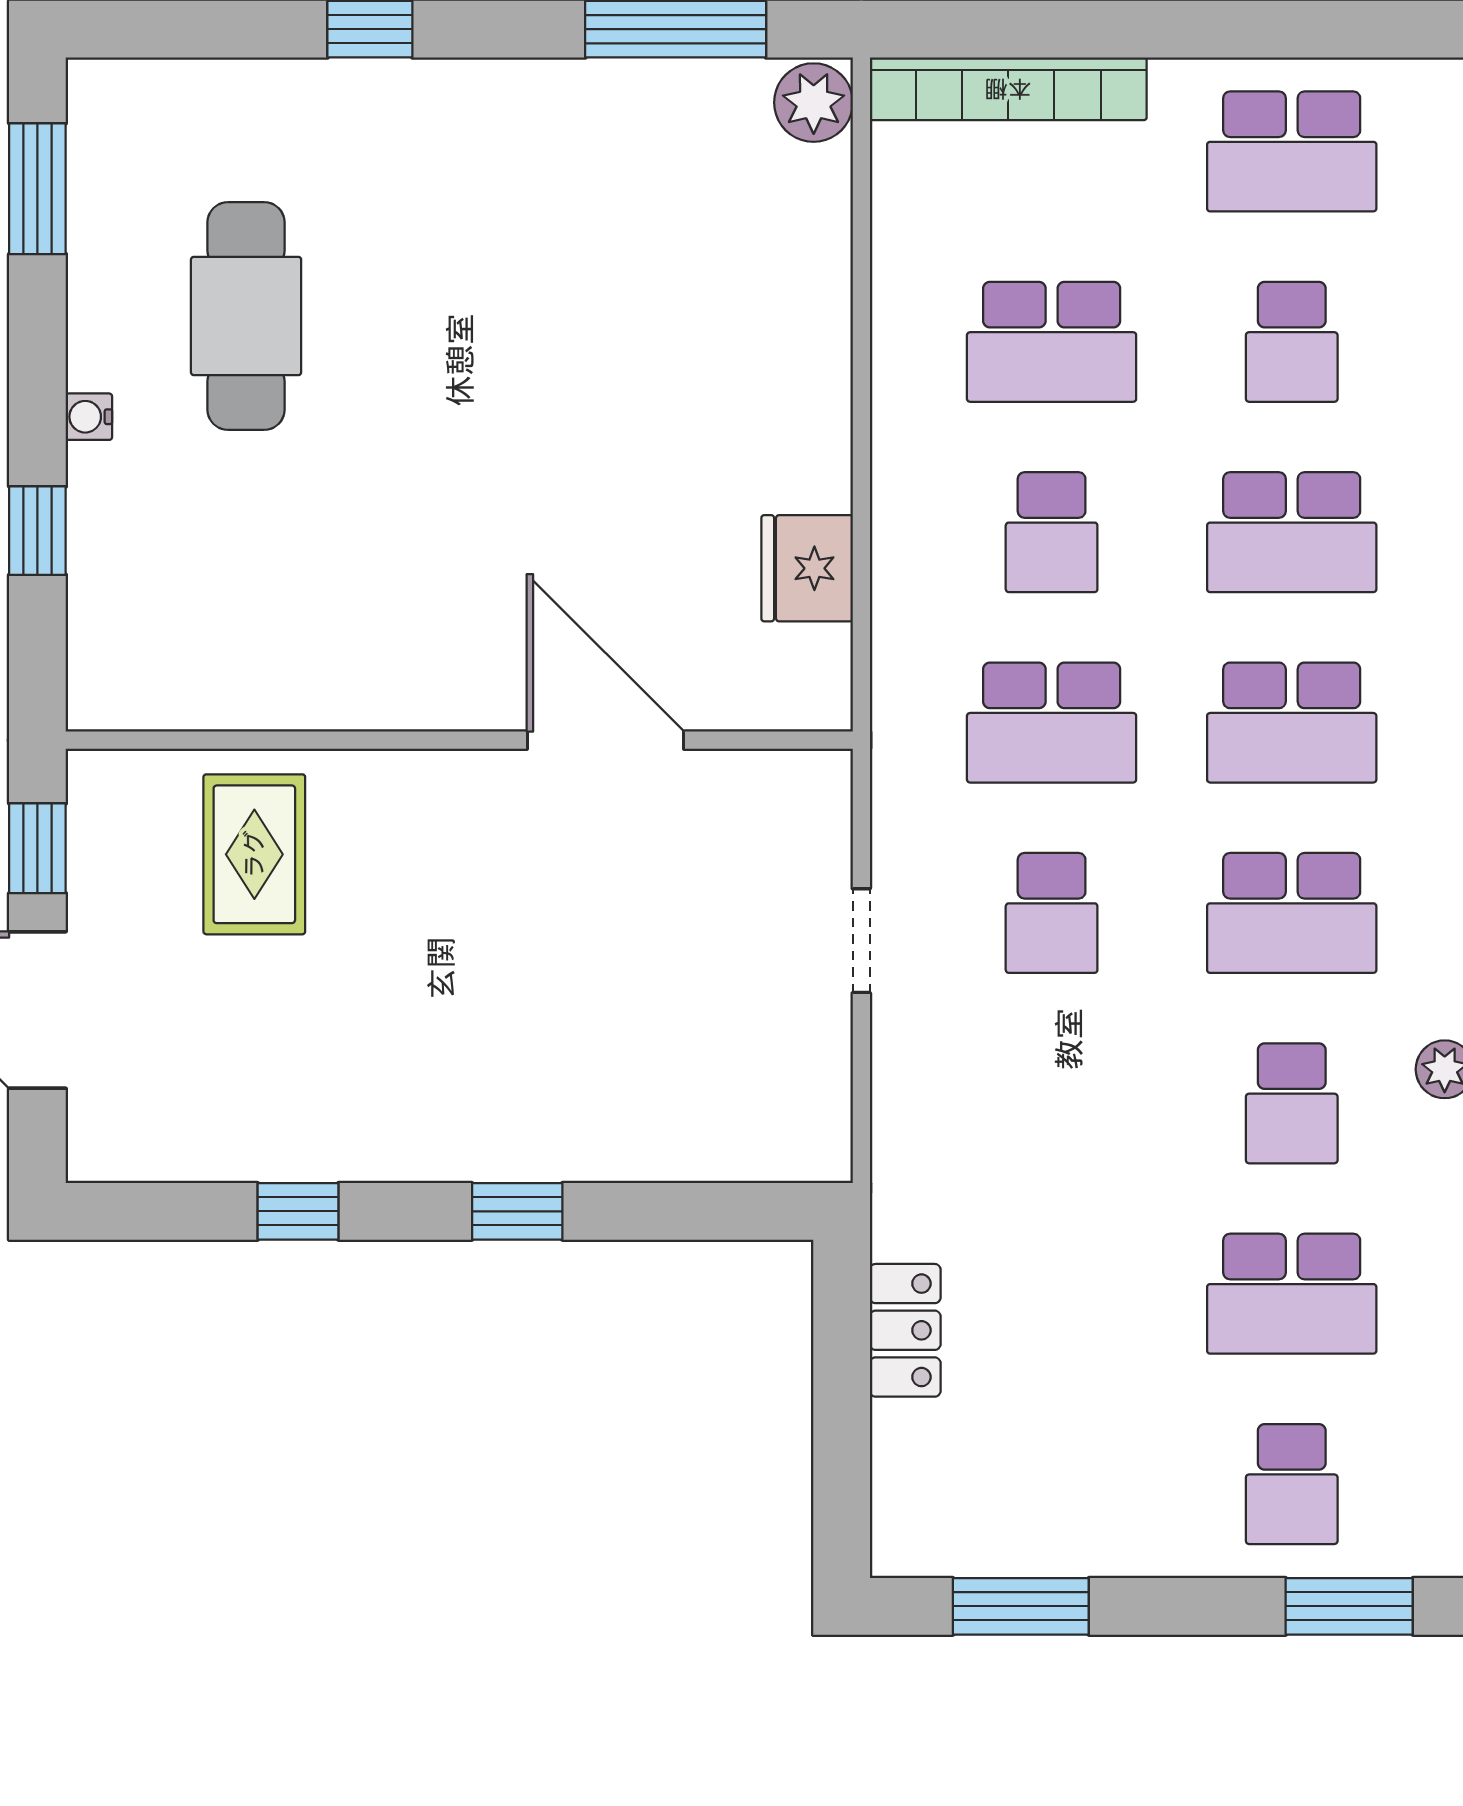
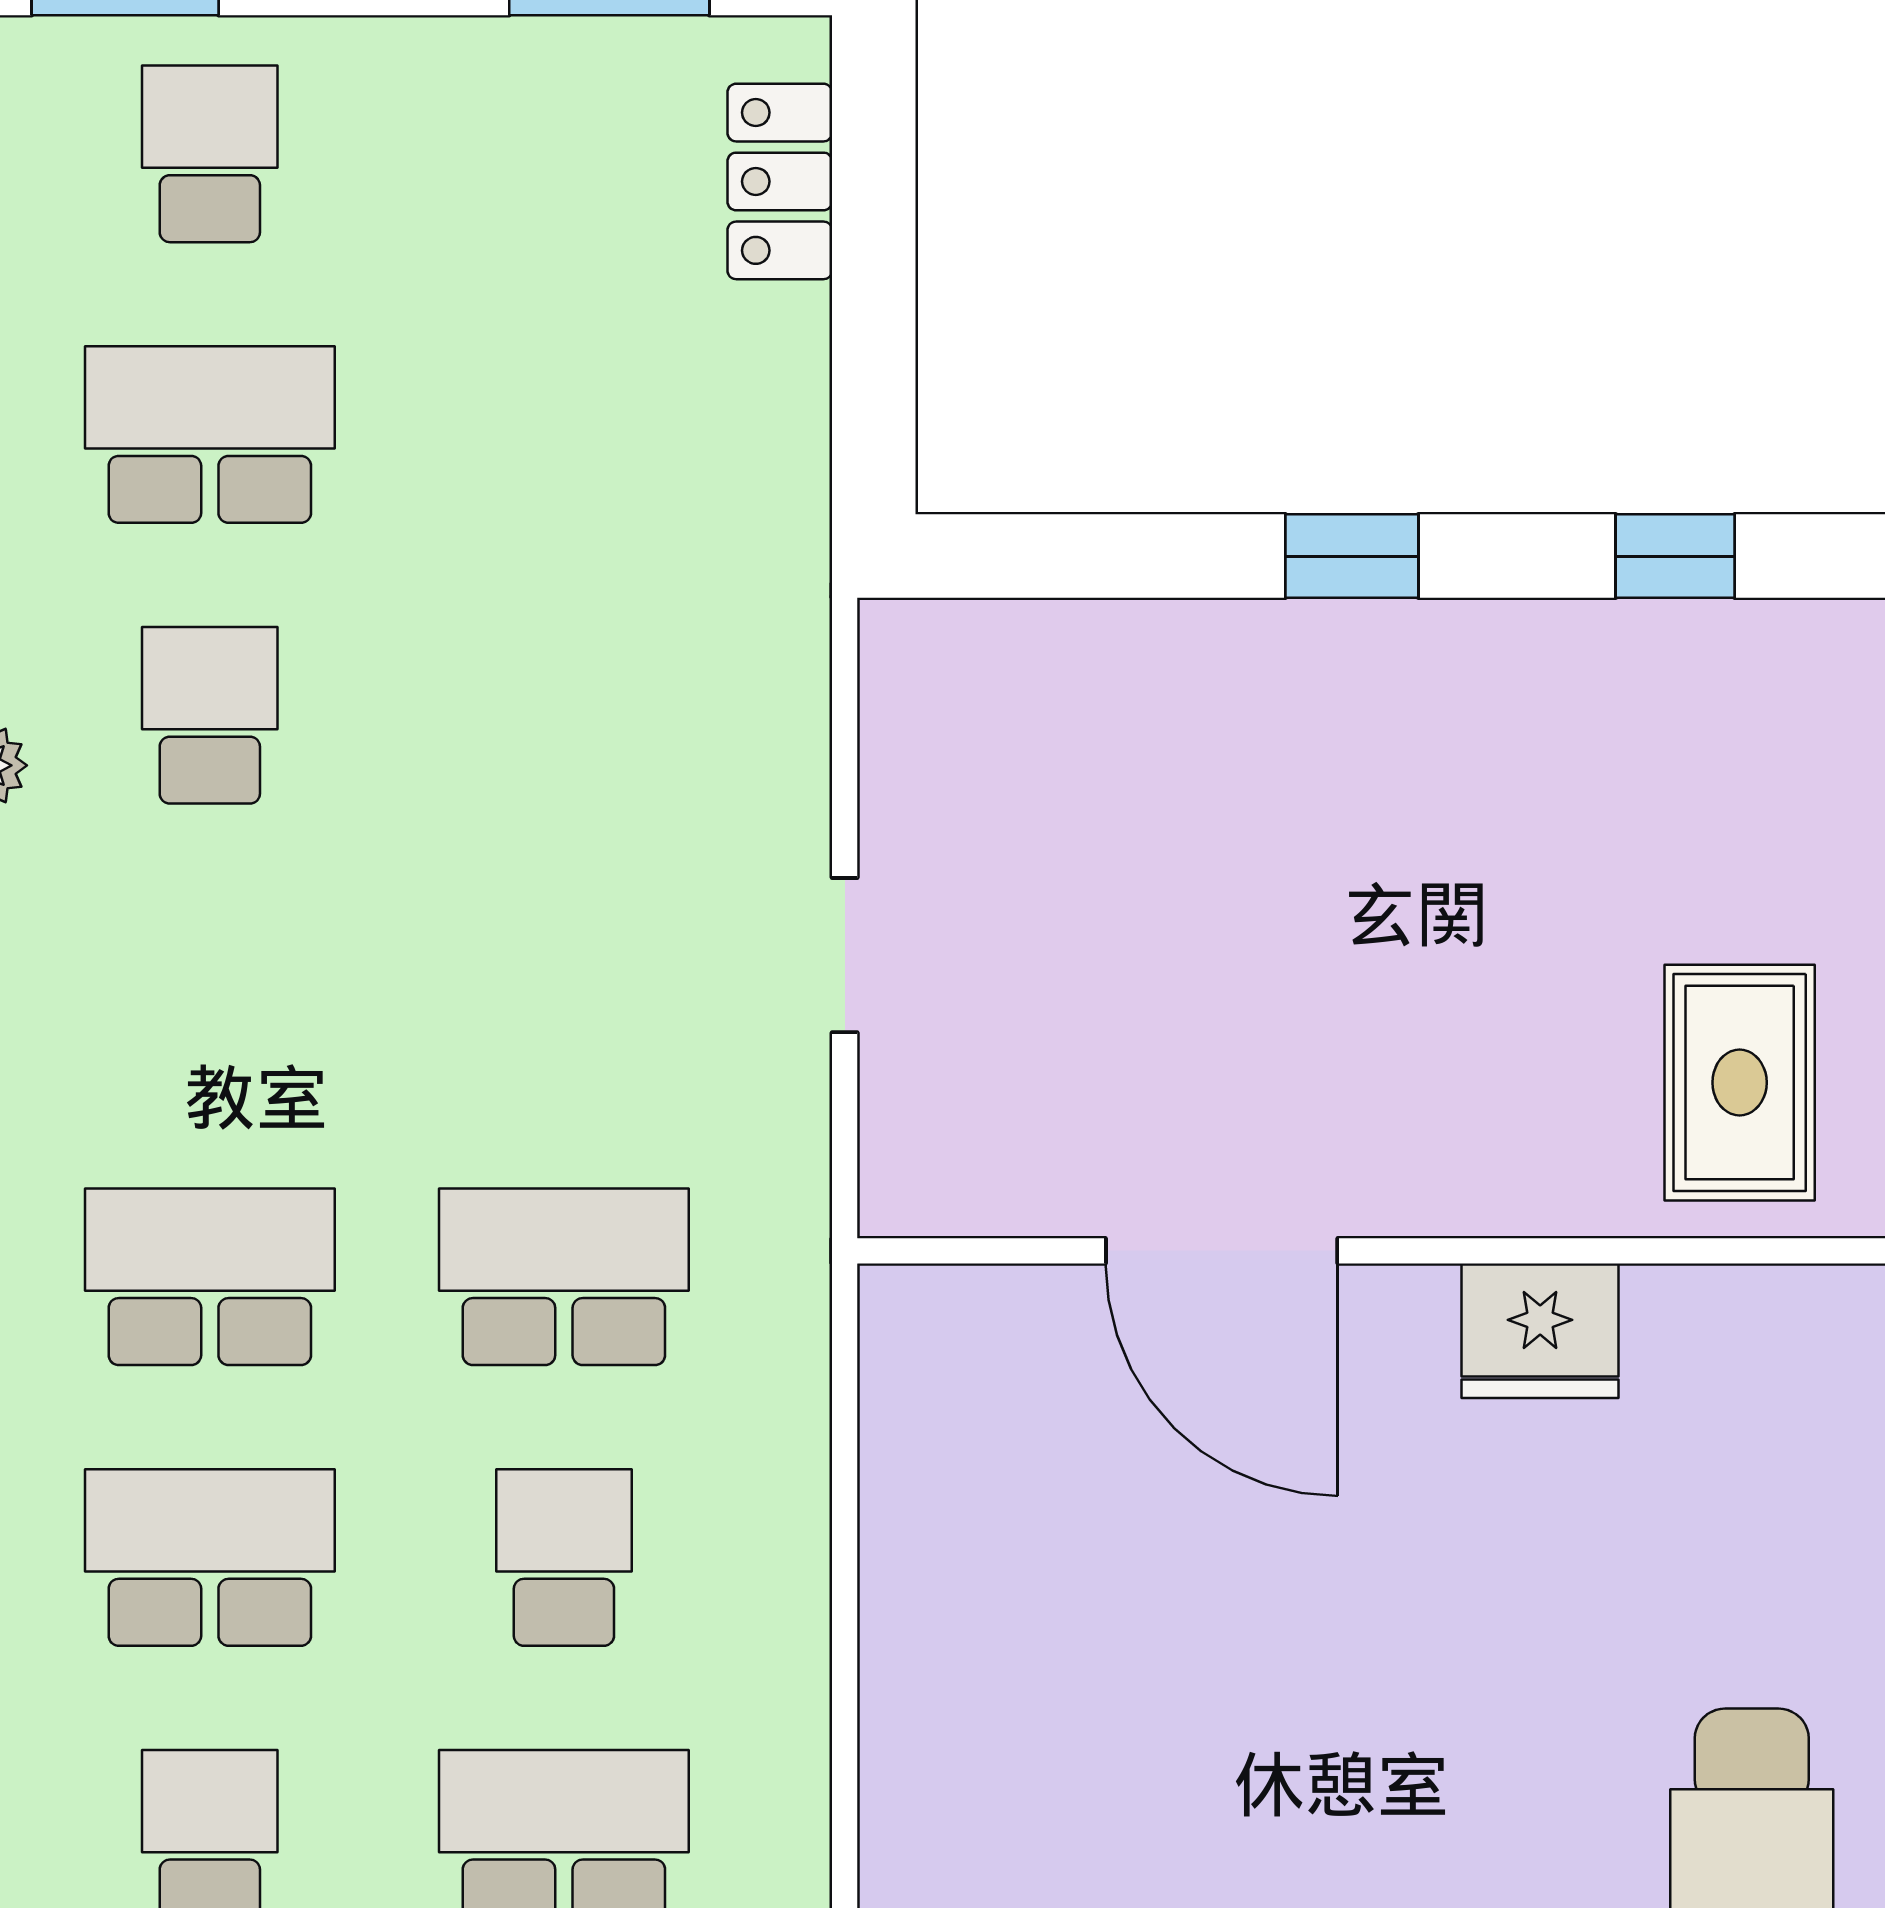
fridge: (807, 568) -> (1540, 1331), moved, turned 90
school desk: (1052, 913) -> (564, 996), removed
school desk: (1292, 913) -> (210, 996), removed
locker: (905, 1330) -> (780, 181), moved

